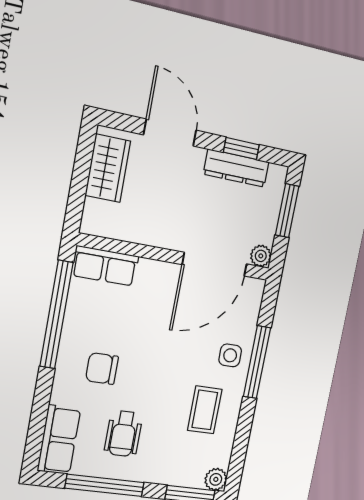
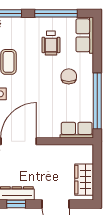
chair: (102, 369) -> (69, 76), turned -90
wheelchair: (123, 434) -> (51, 43), turned 180

